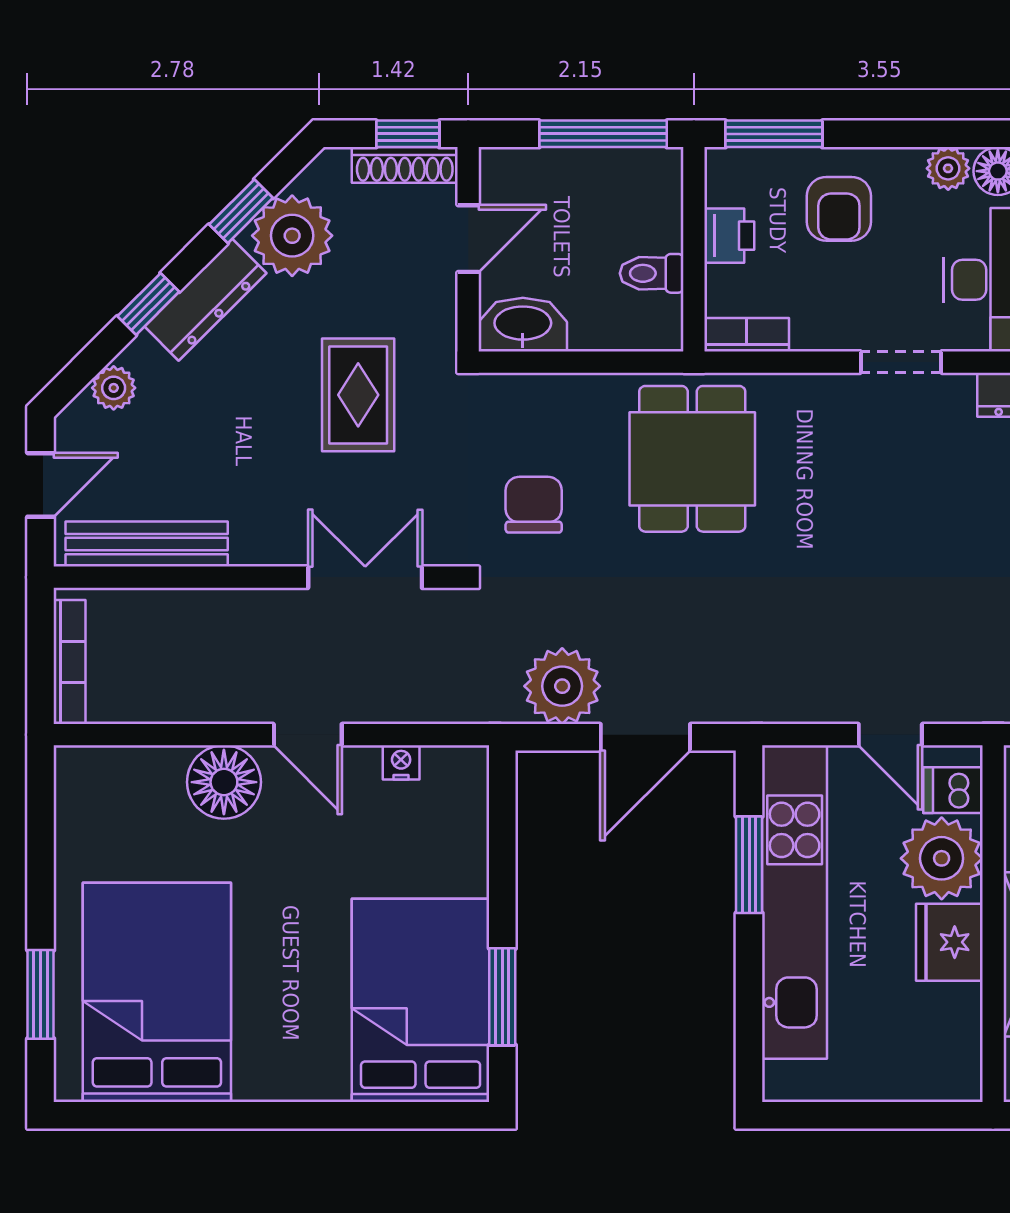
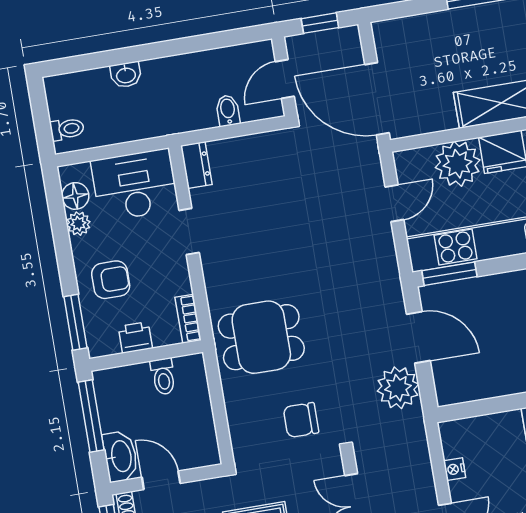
washbasin: (523, 325) -> (120, 456), moved, turned 180
dishwasher: (953, 790) -> (419, 164), removed
window: (749, 865) -> (449, 274), moved

